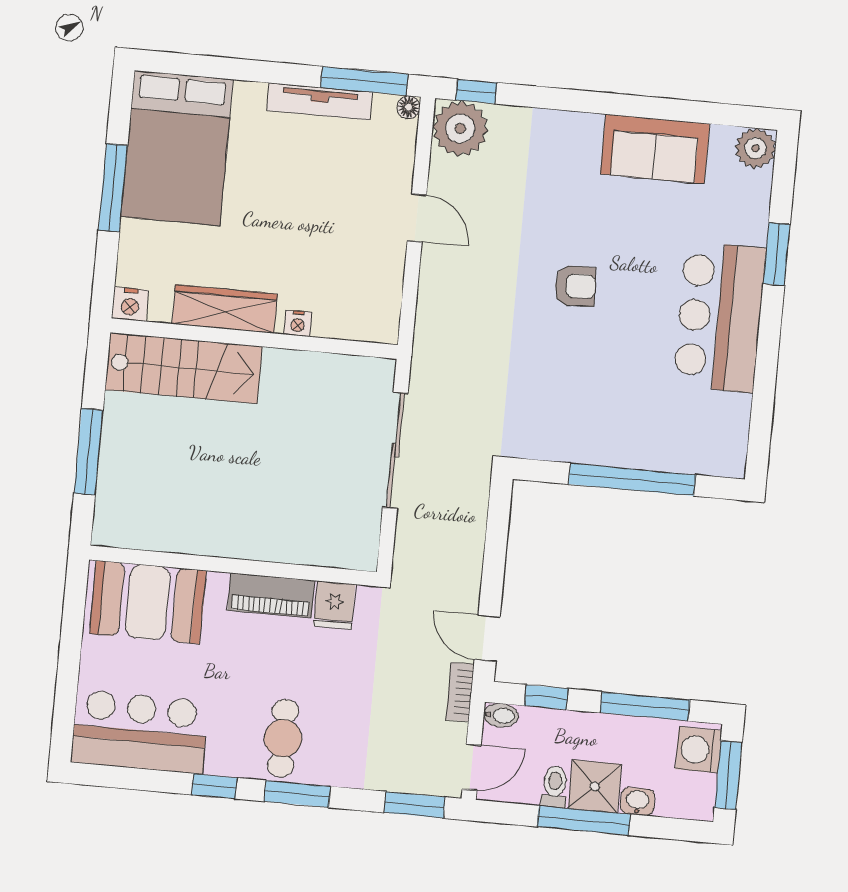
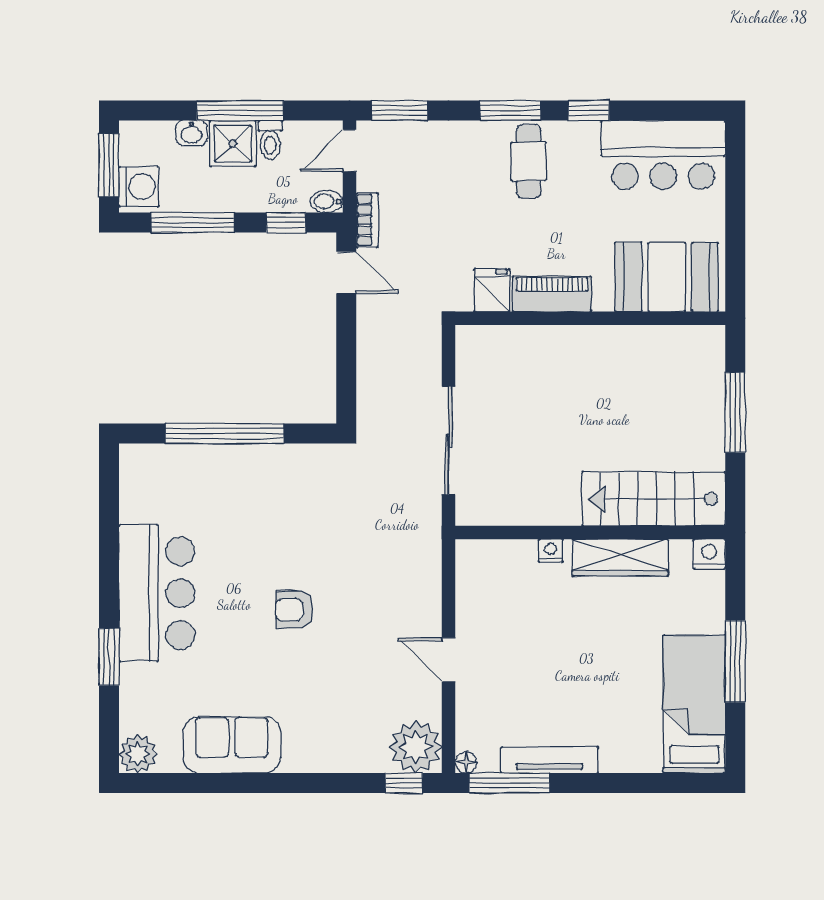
bed: (177, 148) -> (694, 704), width x0.67

